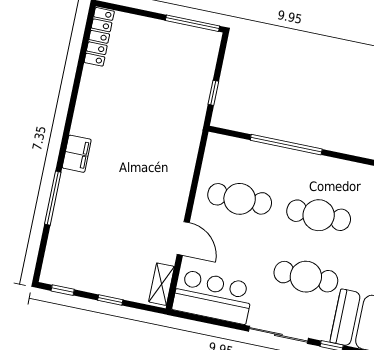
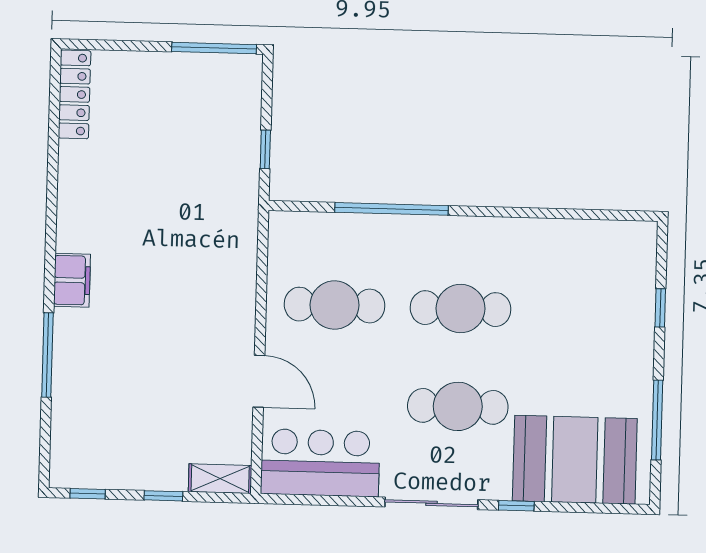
shelving: (161, 284) -> (220, 479), moved, turned 90

